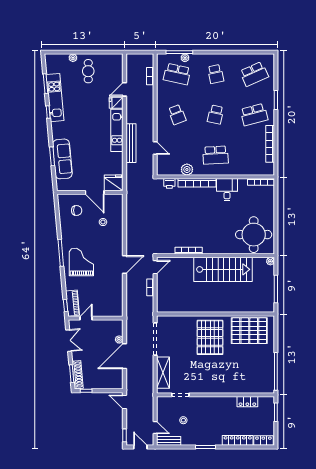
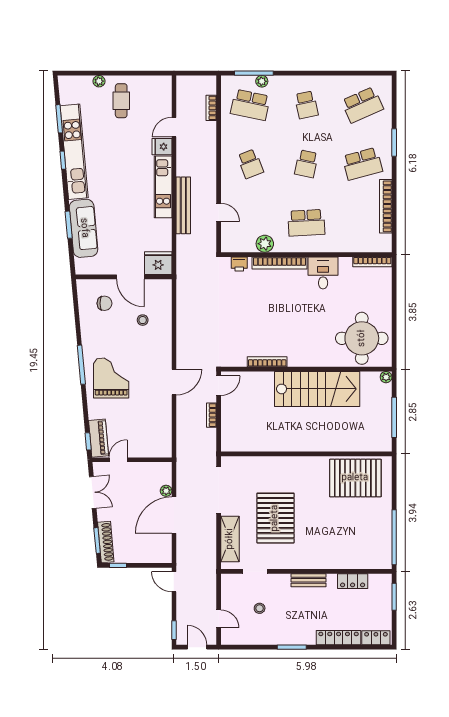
kitchen unit: (55, 98) -> (74, 152), width x1.36
pallet: (210, 337) -> (275, 518), moved
bench: (169, 441) -> (308, 580), moved

